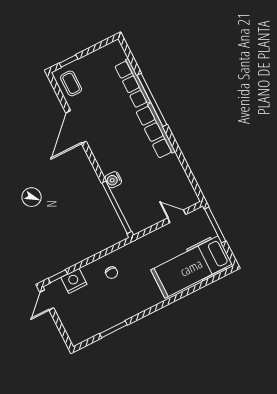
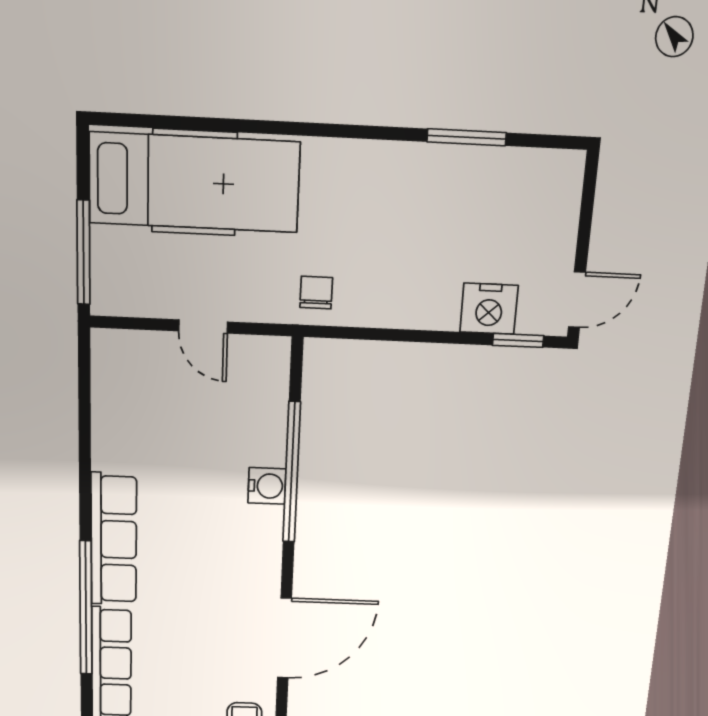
window: (117, 207) -> (292, 473), moved
door: (177, 216) -> (203, 326), moved
chair: (112, 273) -> (316, 293), moved

